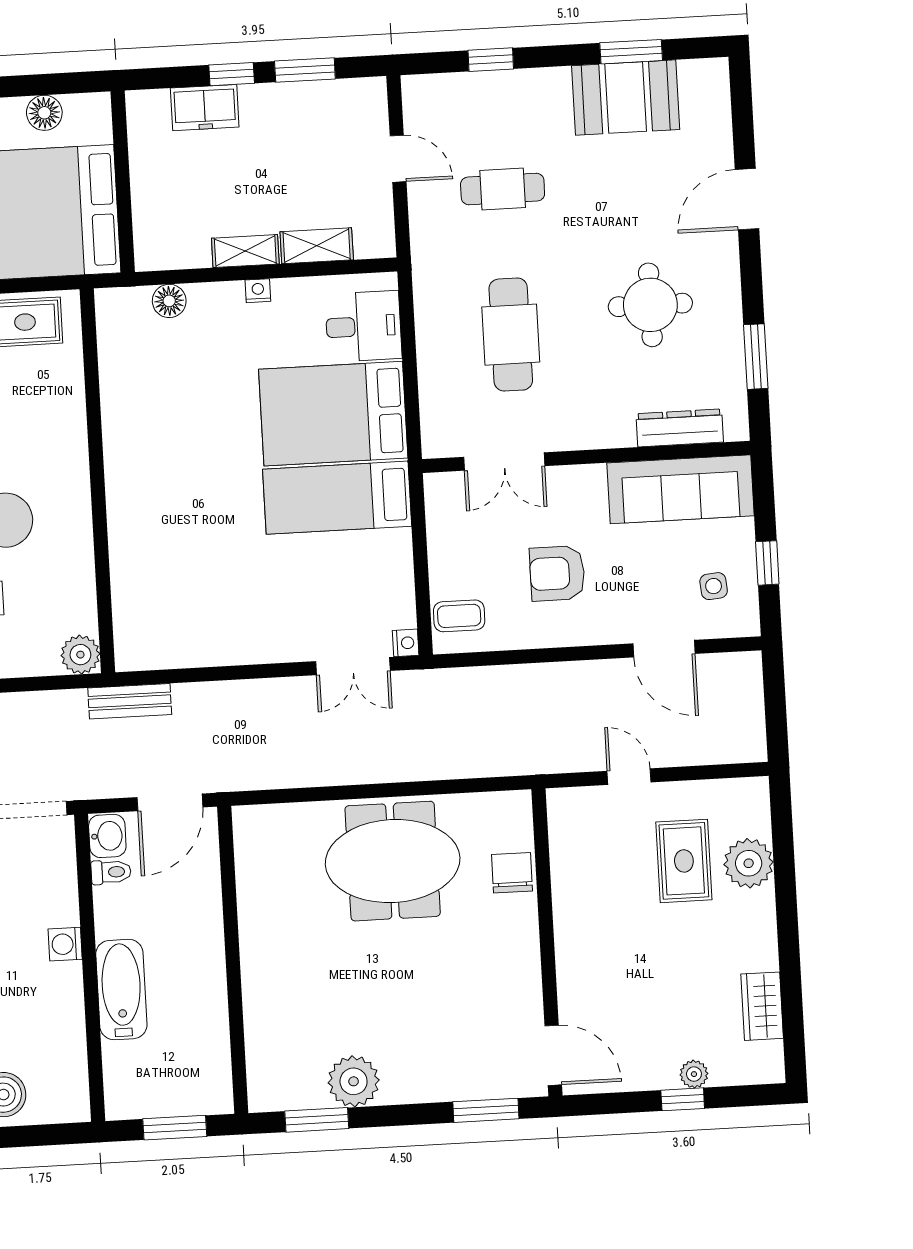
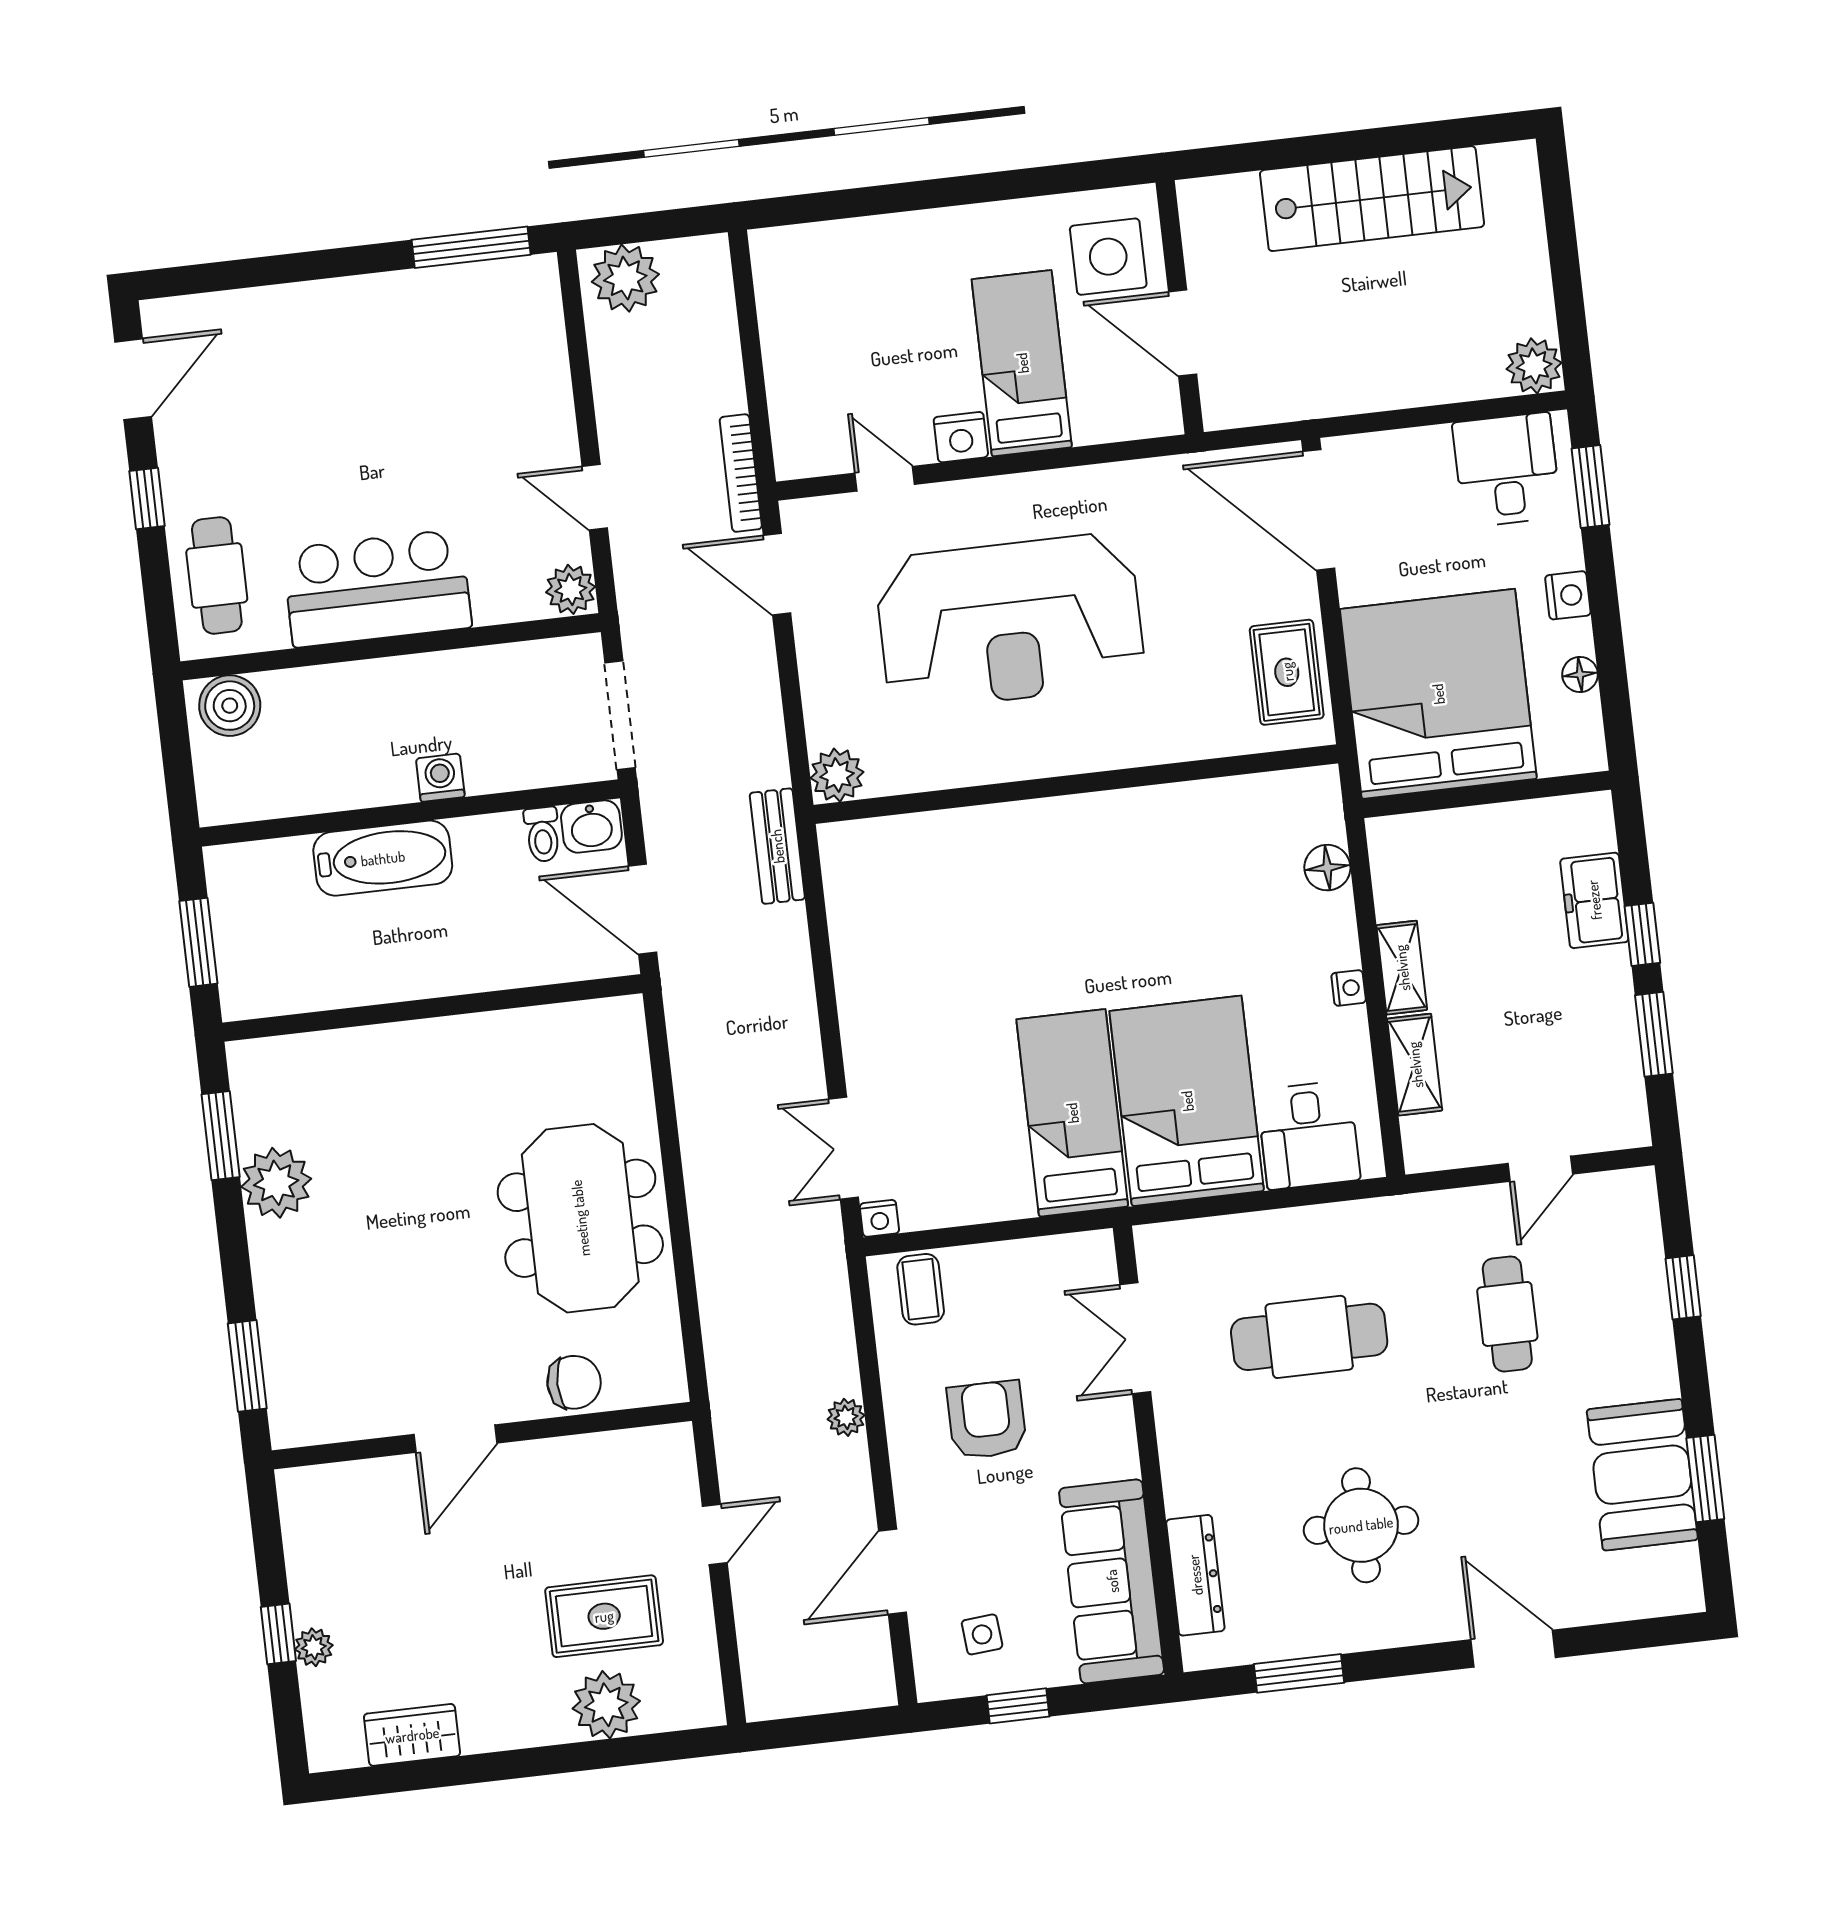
floor lamp: (44, 113) -> (1580, 674), width x0.73, depth x0.73
plant: (549, 676) -> (846, 1417), added
door: (553, 1055) -> (455, 1439), moved

